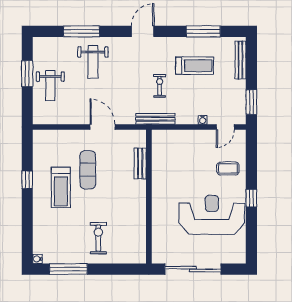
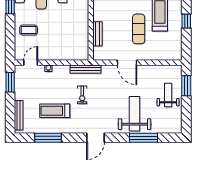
weight bench: (93, 62) -> (135, 114), width x1.36, depth x1.33
window: (27, 74) -> (186, 86), moved

